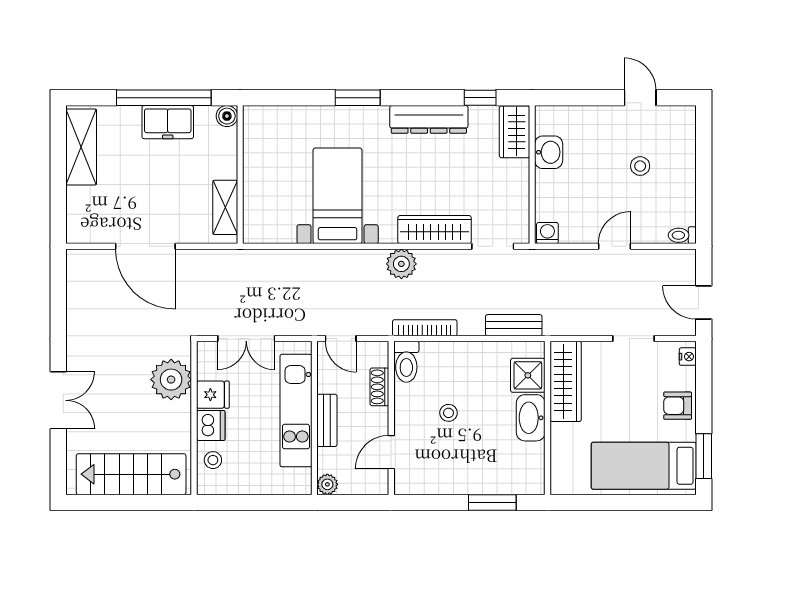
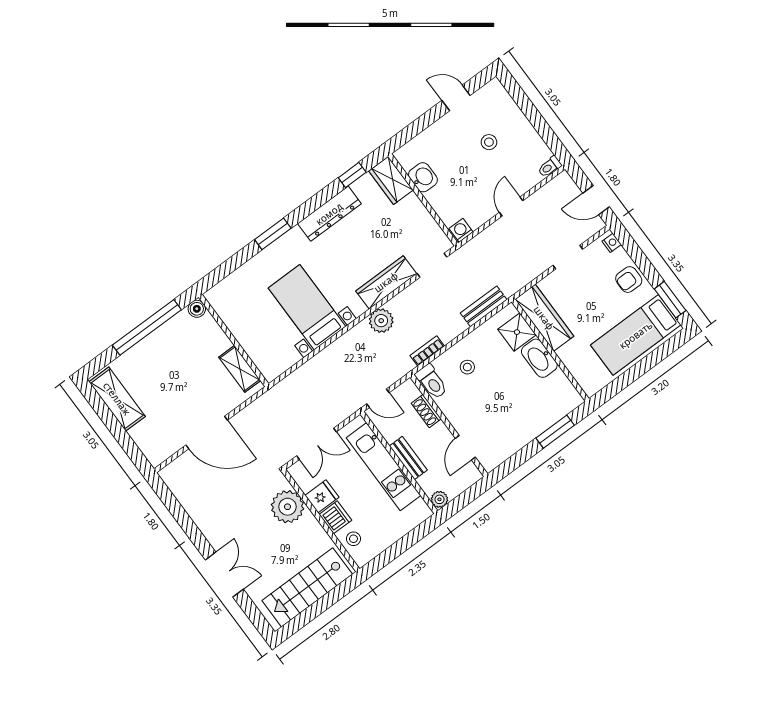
freezer: (168, 122) -> (161, 341), removed
bookcase: (425, 328) -> (427, 351), width x0.64
stool: (449, 413) -> (467, 367), moved

